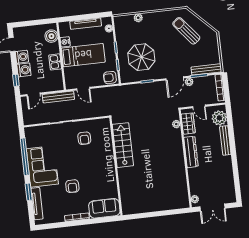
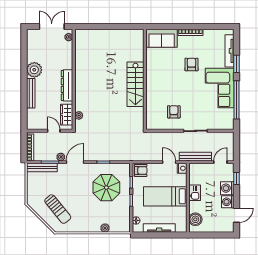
nightstand: (65, 42) -> (182, 168), moved
plant: (219, 118) -> (34, 70), moved
stairs: (123, 145) -> (135, 84), moved

